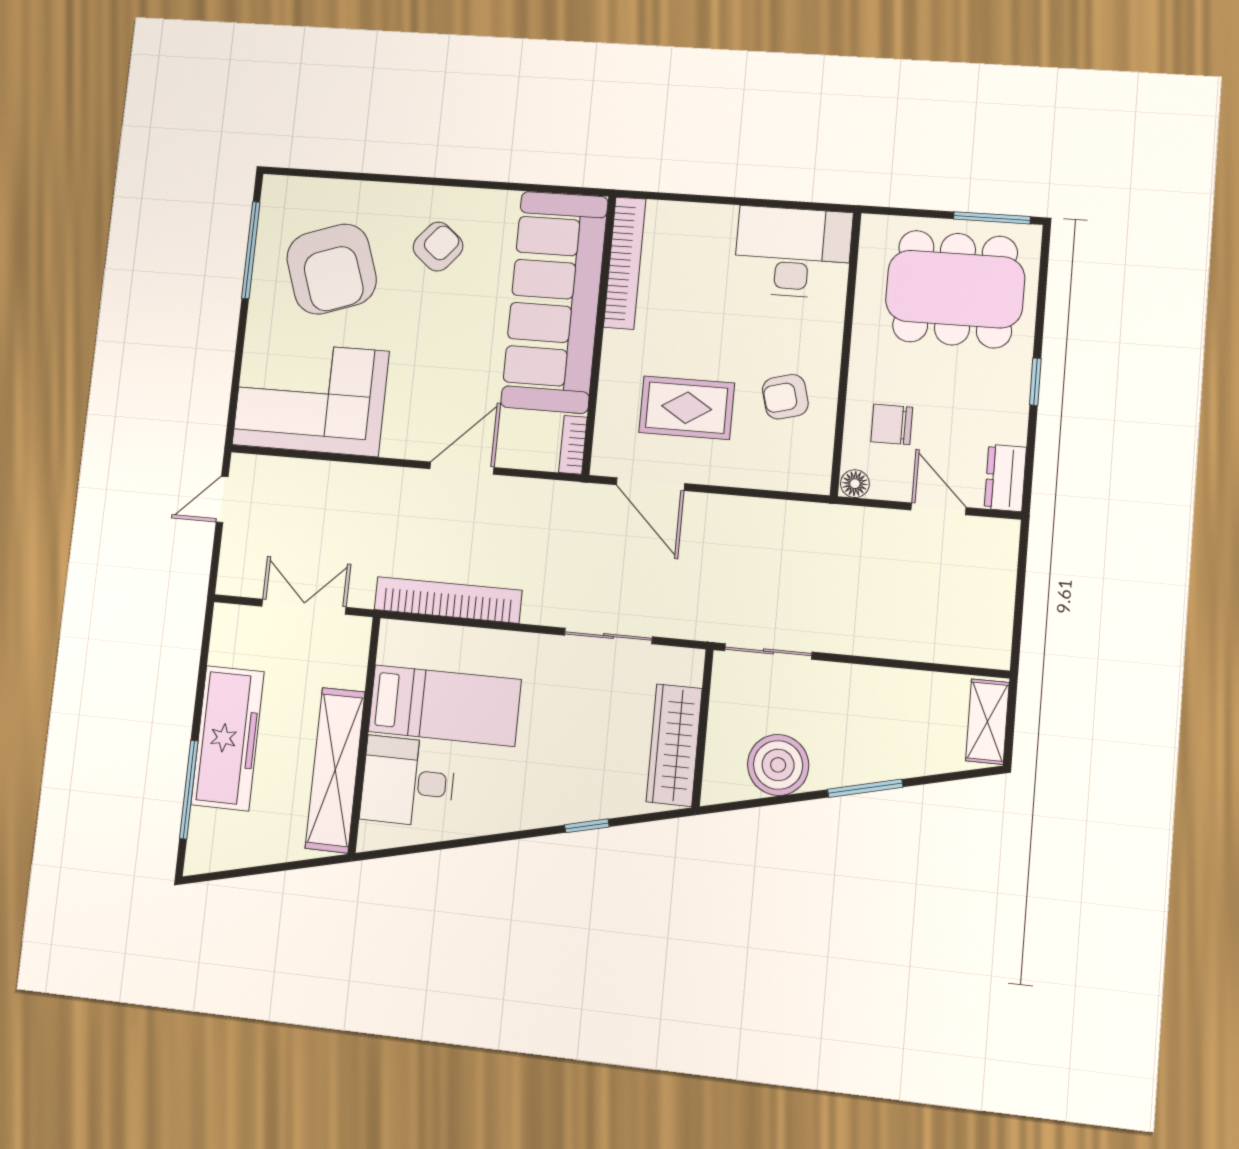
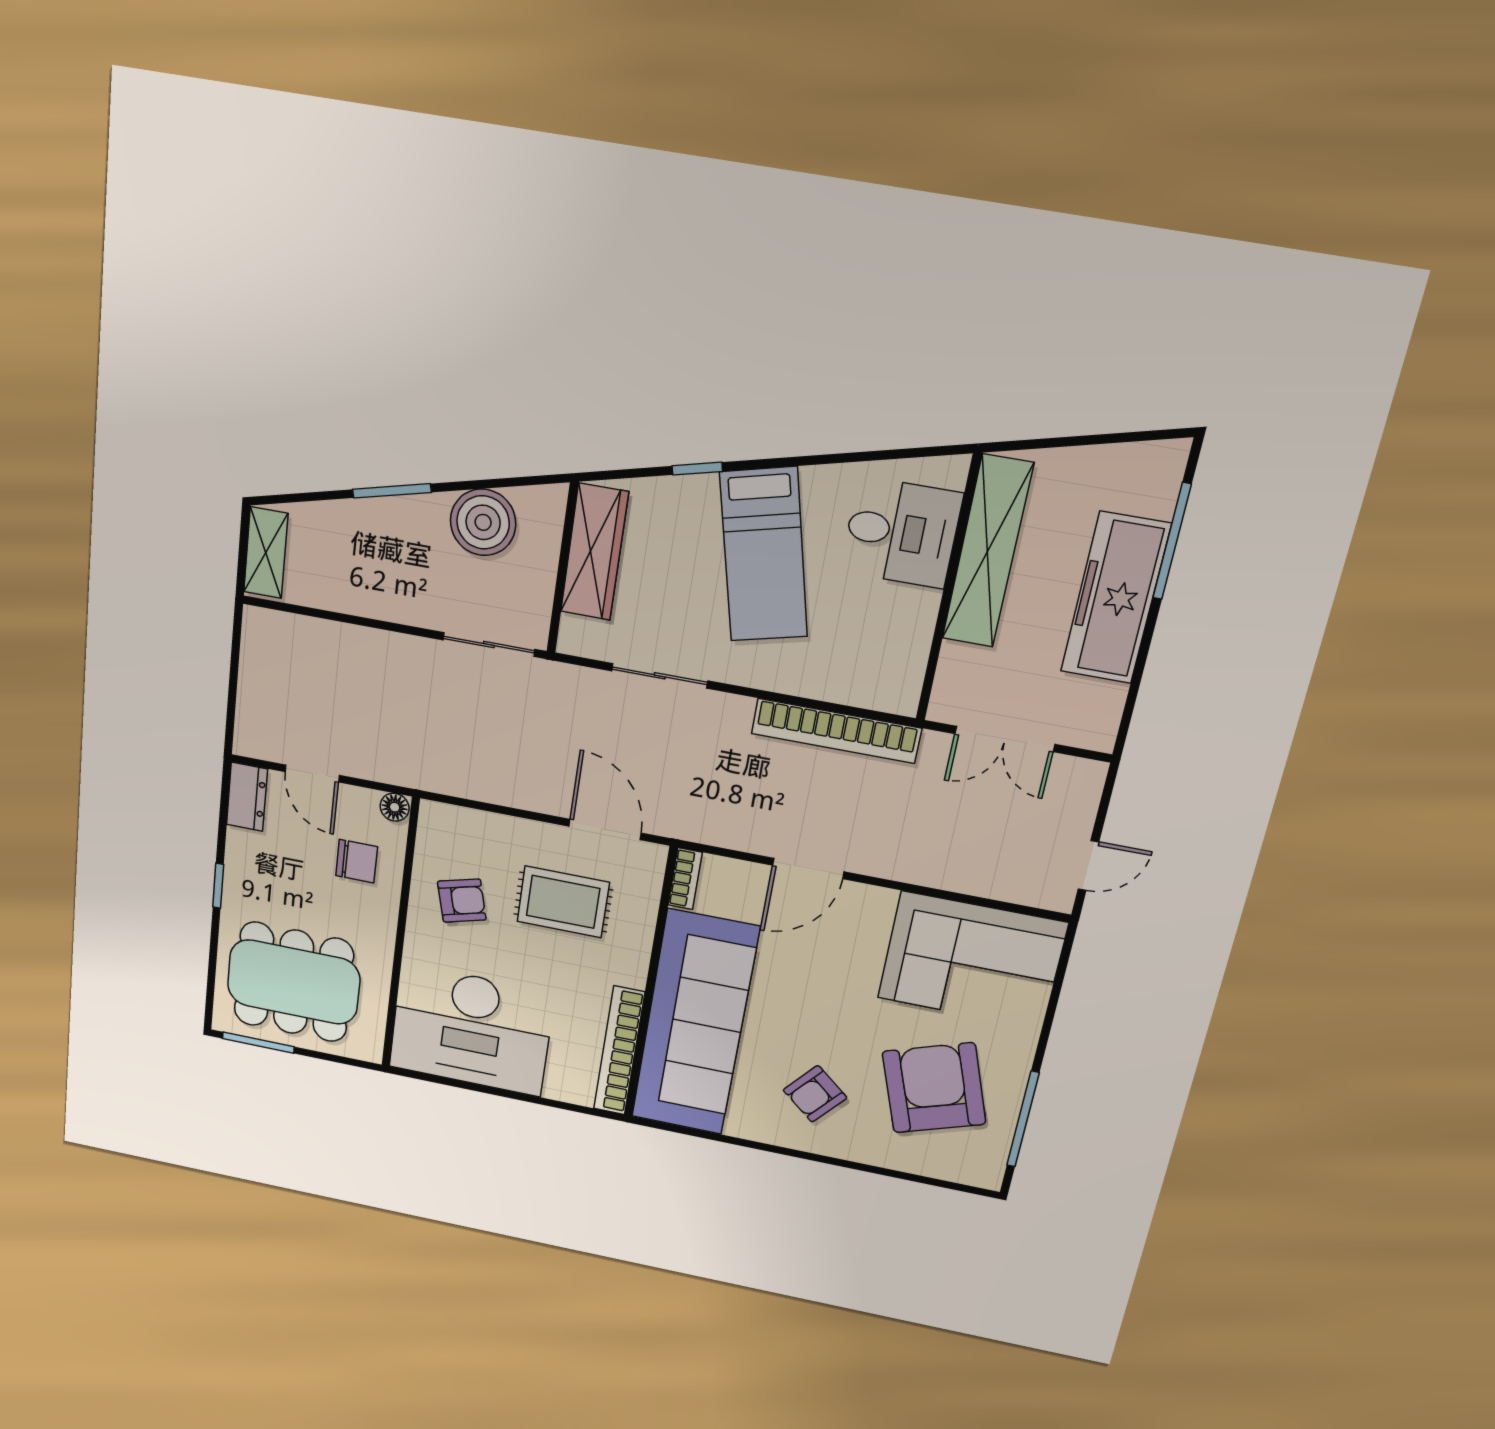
desk: (793, 252) -> (471, 1030), width x1.36, depth x1.30
bed: (445, 706) -> (764, 555), moved, turned -104

